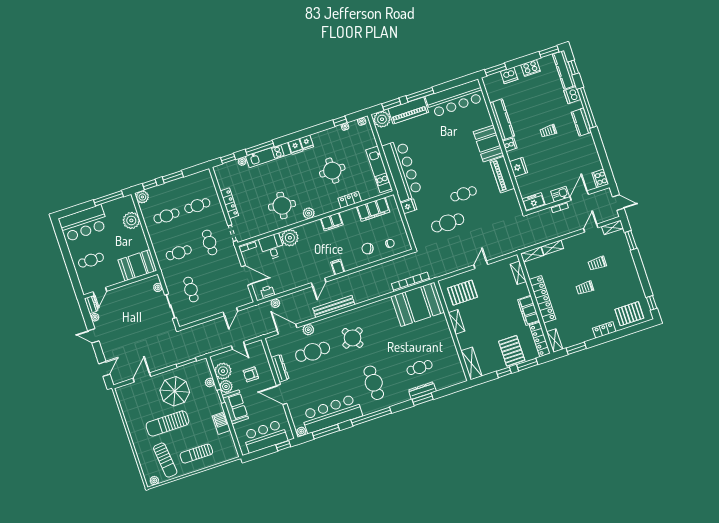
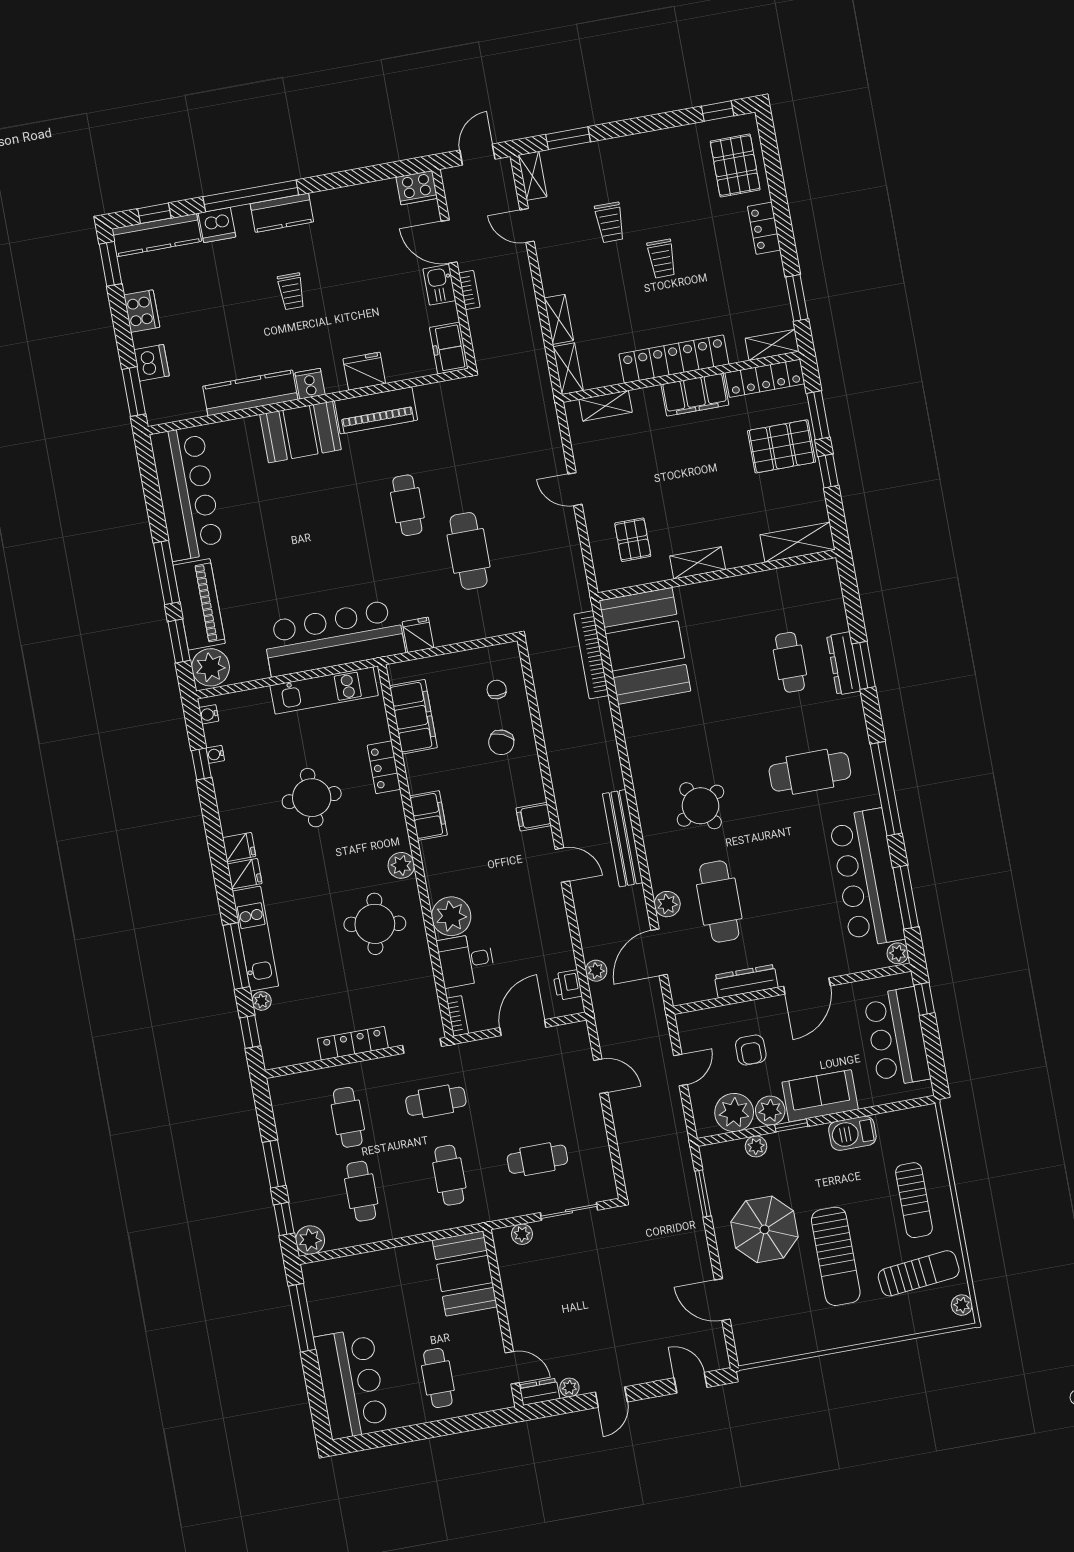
plant: (131, 220) -> (360, 1273), removed
pallet: (463, 293) -> (633, 540), width x0.67, depth x0.71

